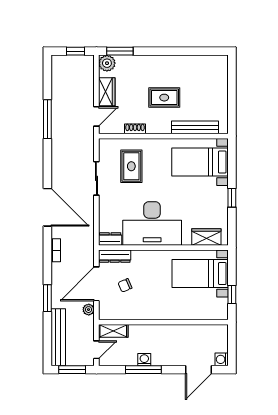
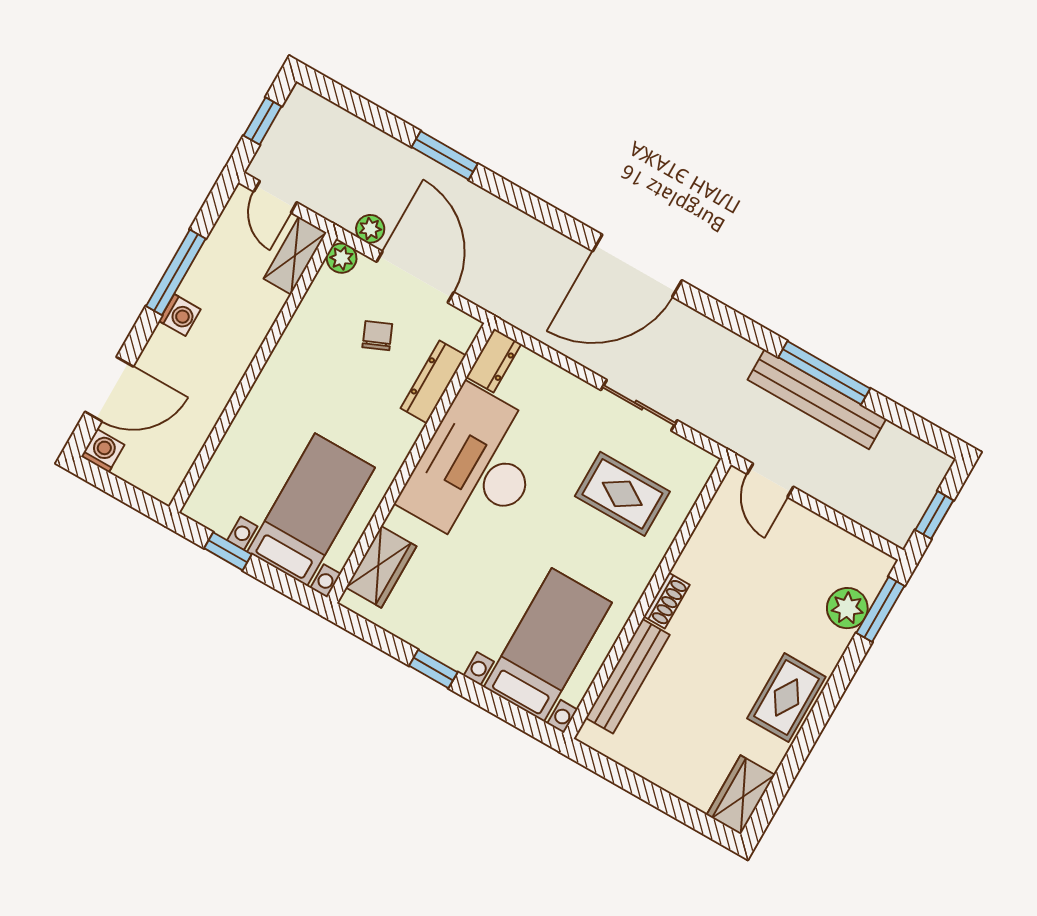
plant: (107, 63) -> (847, 608), moved
wardrobe: (107, 92) -> (741, 795), moved, turned 90
rug: (164, 98) -> (786, 698), moved
shoe rack: (135, 129) -> (667, 601), moved
bookcase: (56, 250) -> (536, 231), removed
dresser: (115, 256) -> (433, 382), moved
plant: (105, 314) -> (342, 258), added
bench: (58, 337) -> (817, 399), moved
washing machine: (144, 360) -> (180, 315), moved
window: (72, 370) -> (263, 121), width x0.67
door: (198, 370) -> (109, 389), swing flipped

